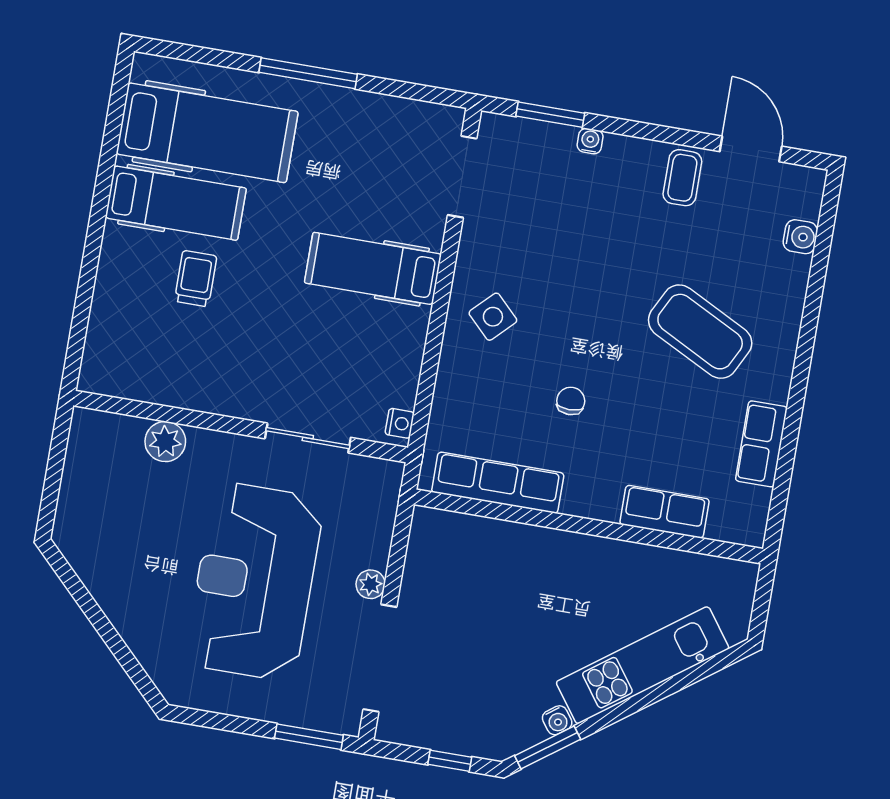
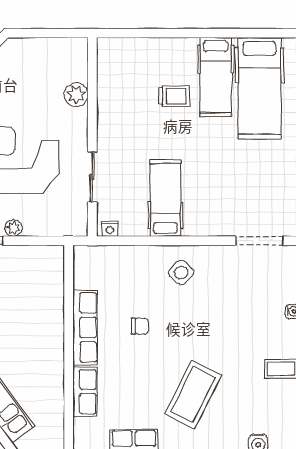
hospital bed: (373, 268) -> (165, 198), moved
row of seats: (498, 483) -> (85, 327), moved

